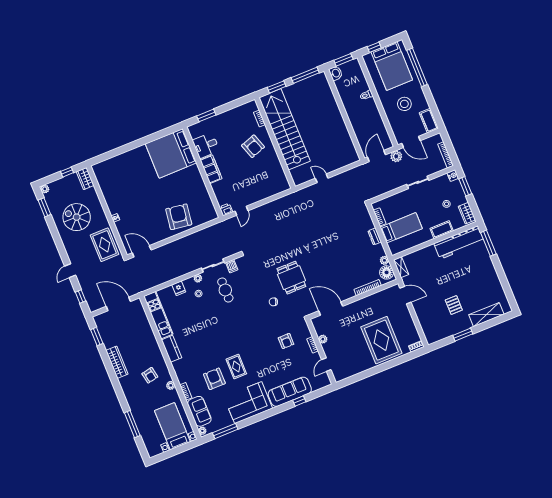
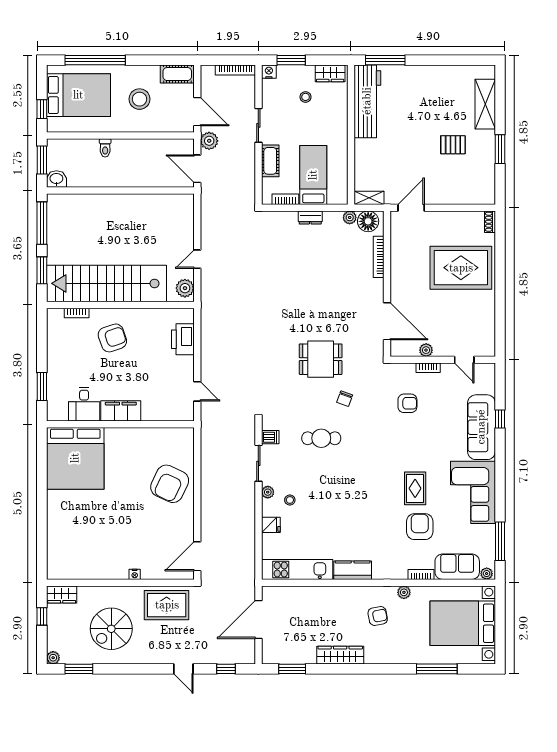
door: (411, 142) -> (197, 112), hinge flipped
plant: (301, 178) -> (185, 288), added
printer: (226, 210) -> (183, 339), moved, width x1.87, depth x1.48
armchair: (179, 217) -> (170, 484), turned -73
cot: (442, 230) -> (270, 161), moved
cafe table: (225, 290) -> (321, 438), moved
door: (331, 309) -> (387, 321), swing flipped
rug: (236, 367) -> (415, 488), turned 90
armchair: (214, 379) -> (420, 527), turned 90
bed with nightstands: (172, 426) -> (463, 623), width x1.36

